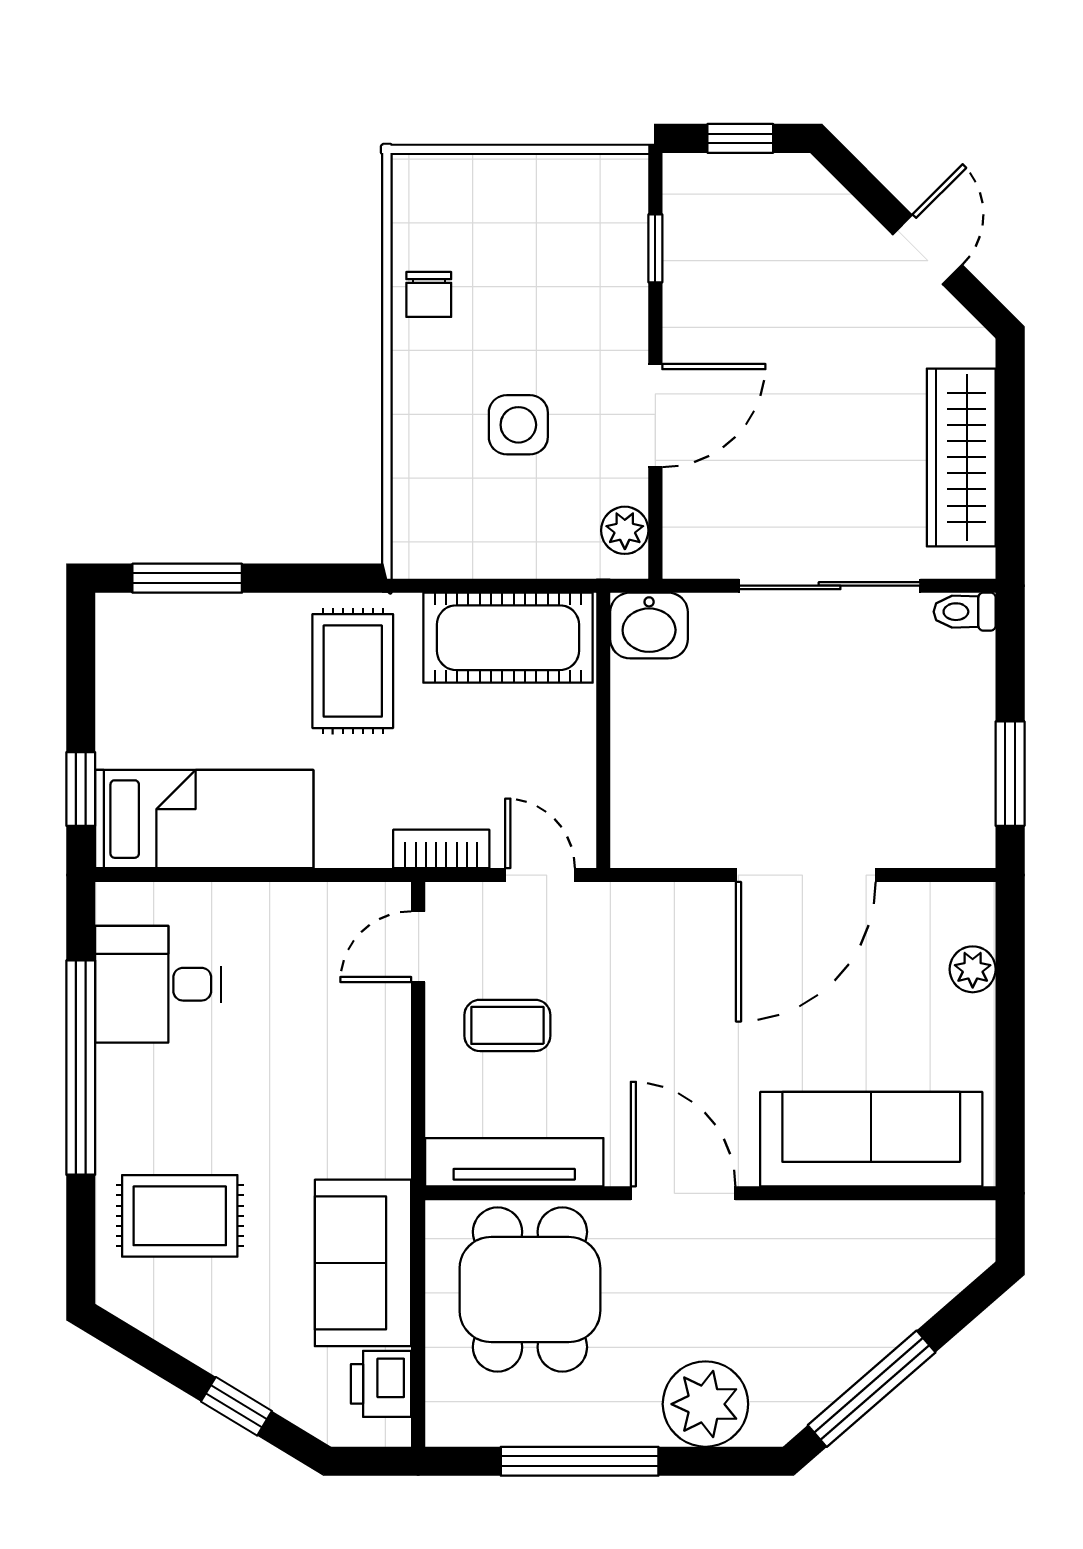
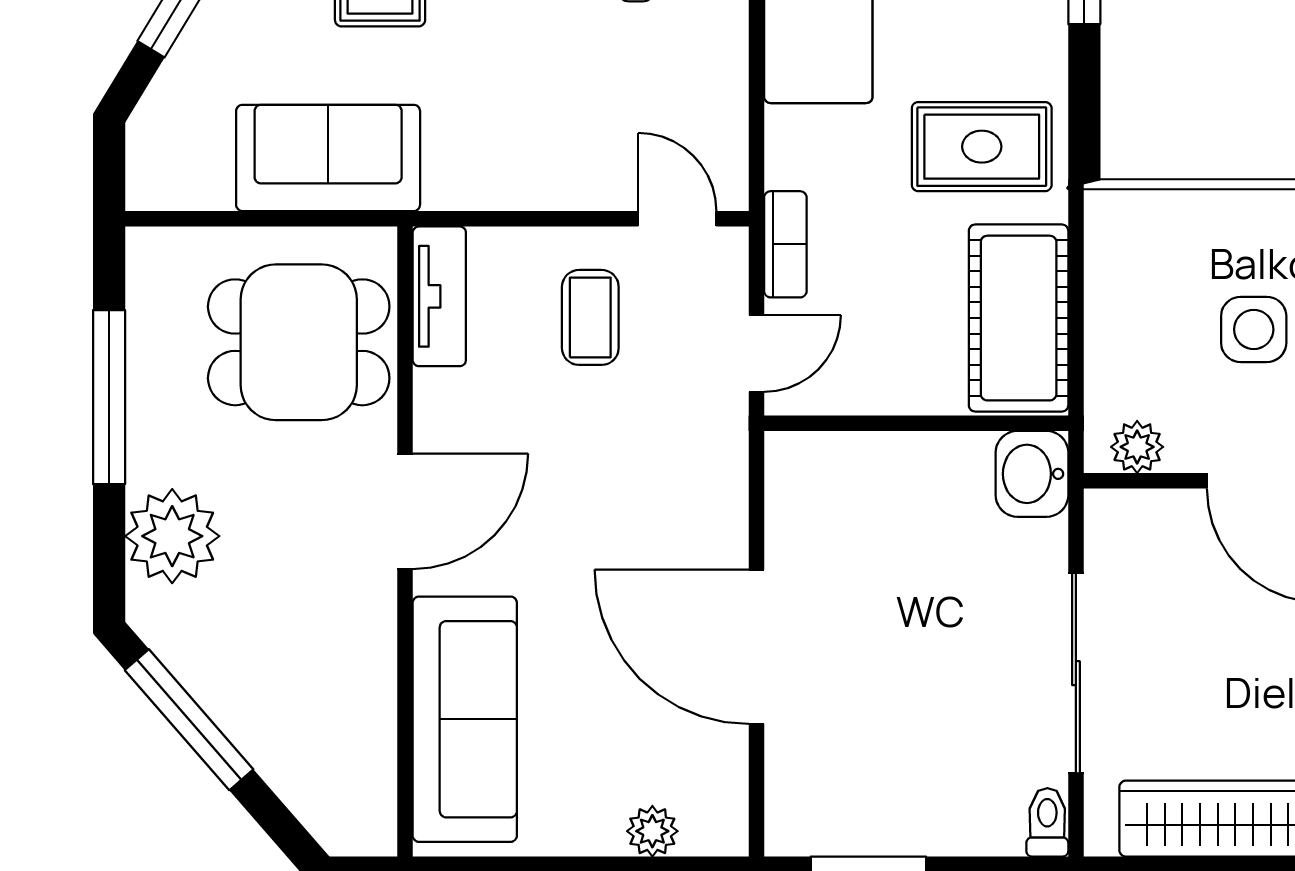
tv unit: (514, 1162) -> (439, 296), width x0.71
printer: (381, 1384) -> (194, 178), removed

